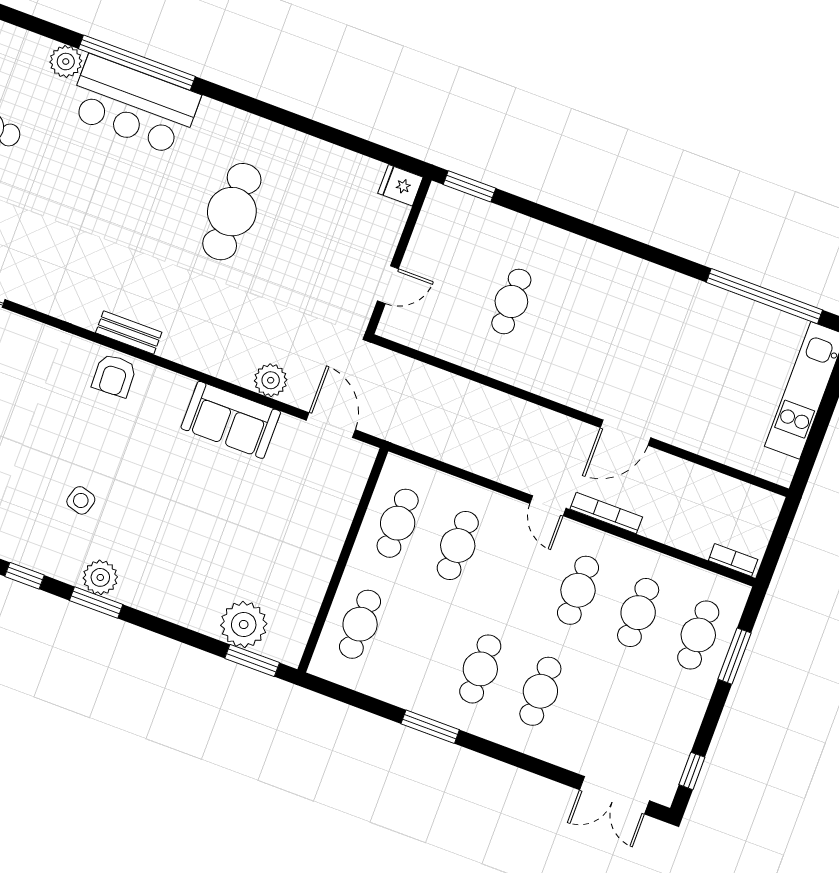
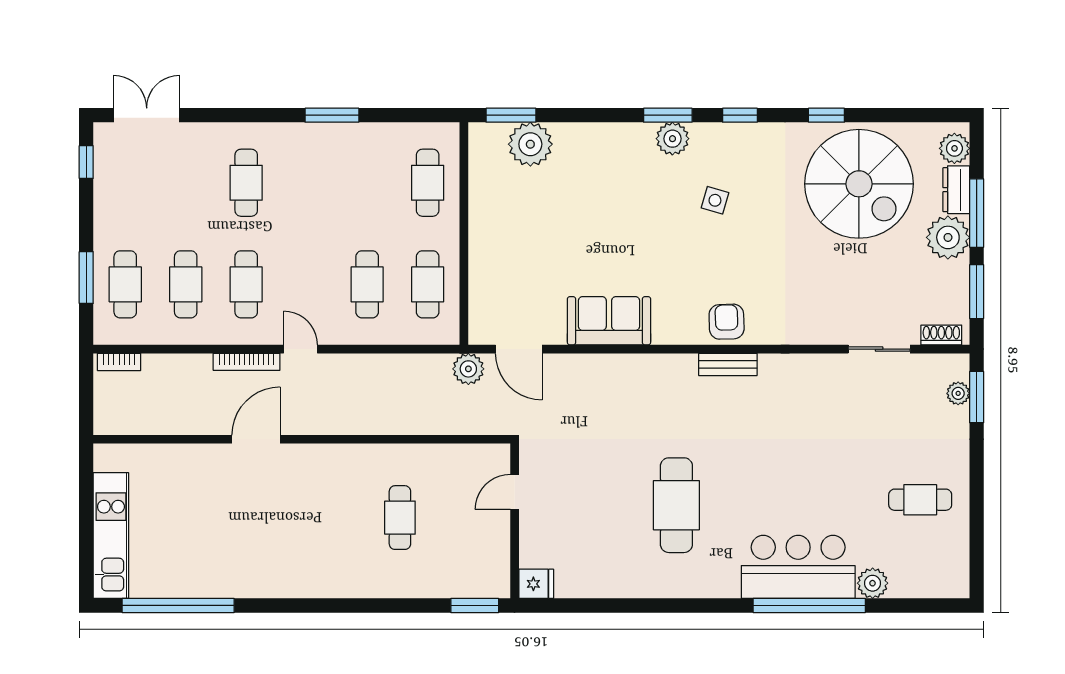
plant: (271, 380) -> (468, 369), moved
cafe table: (480, 669) -> (307, 183), removed

